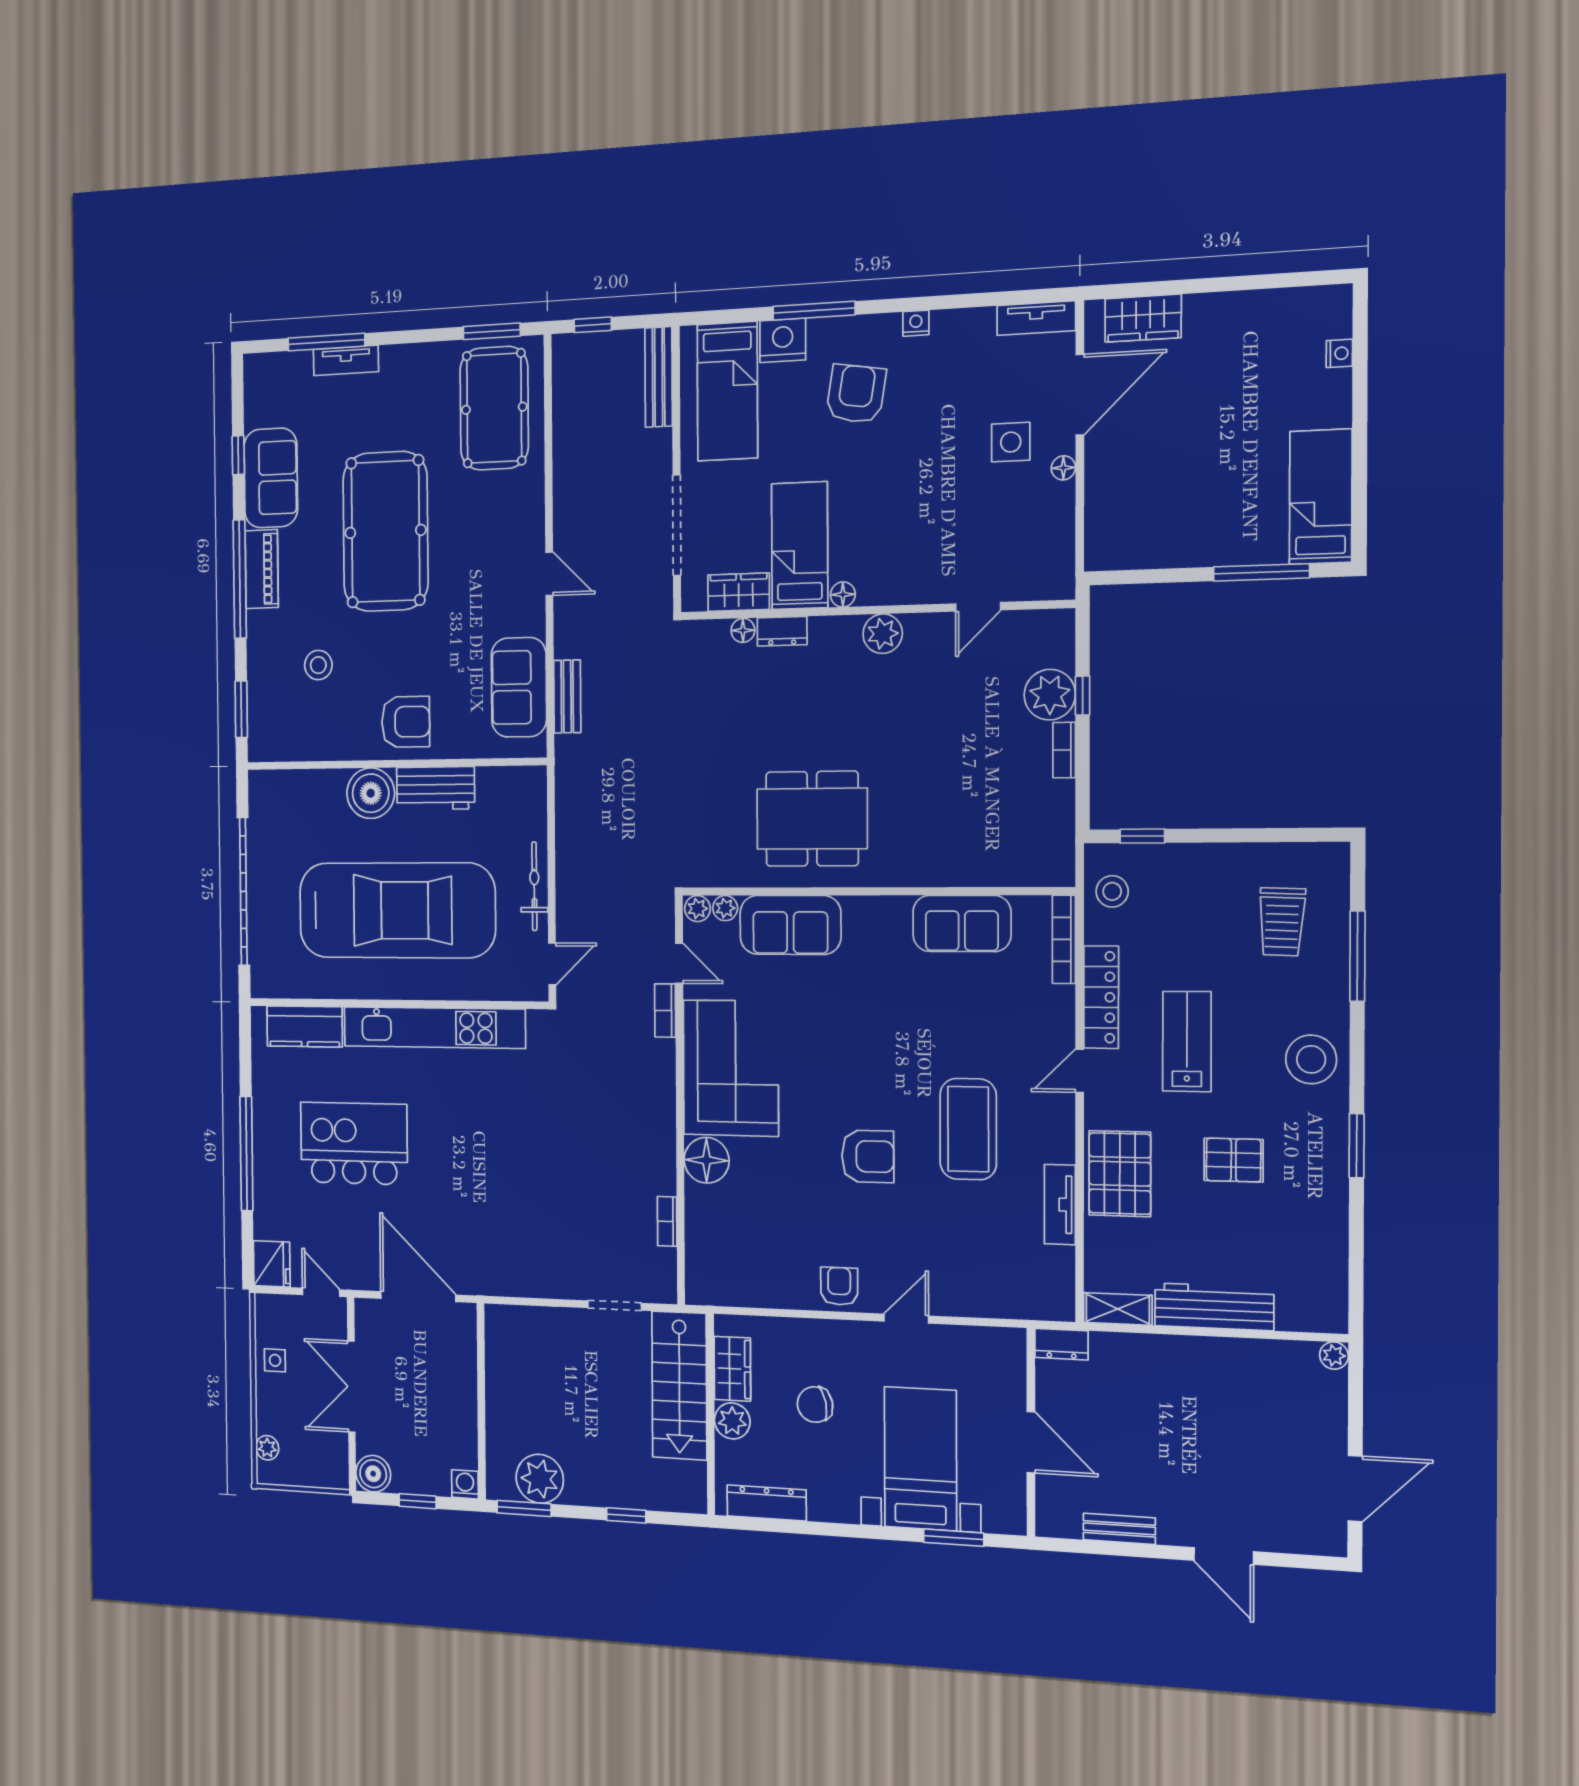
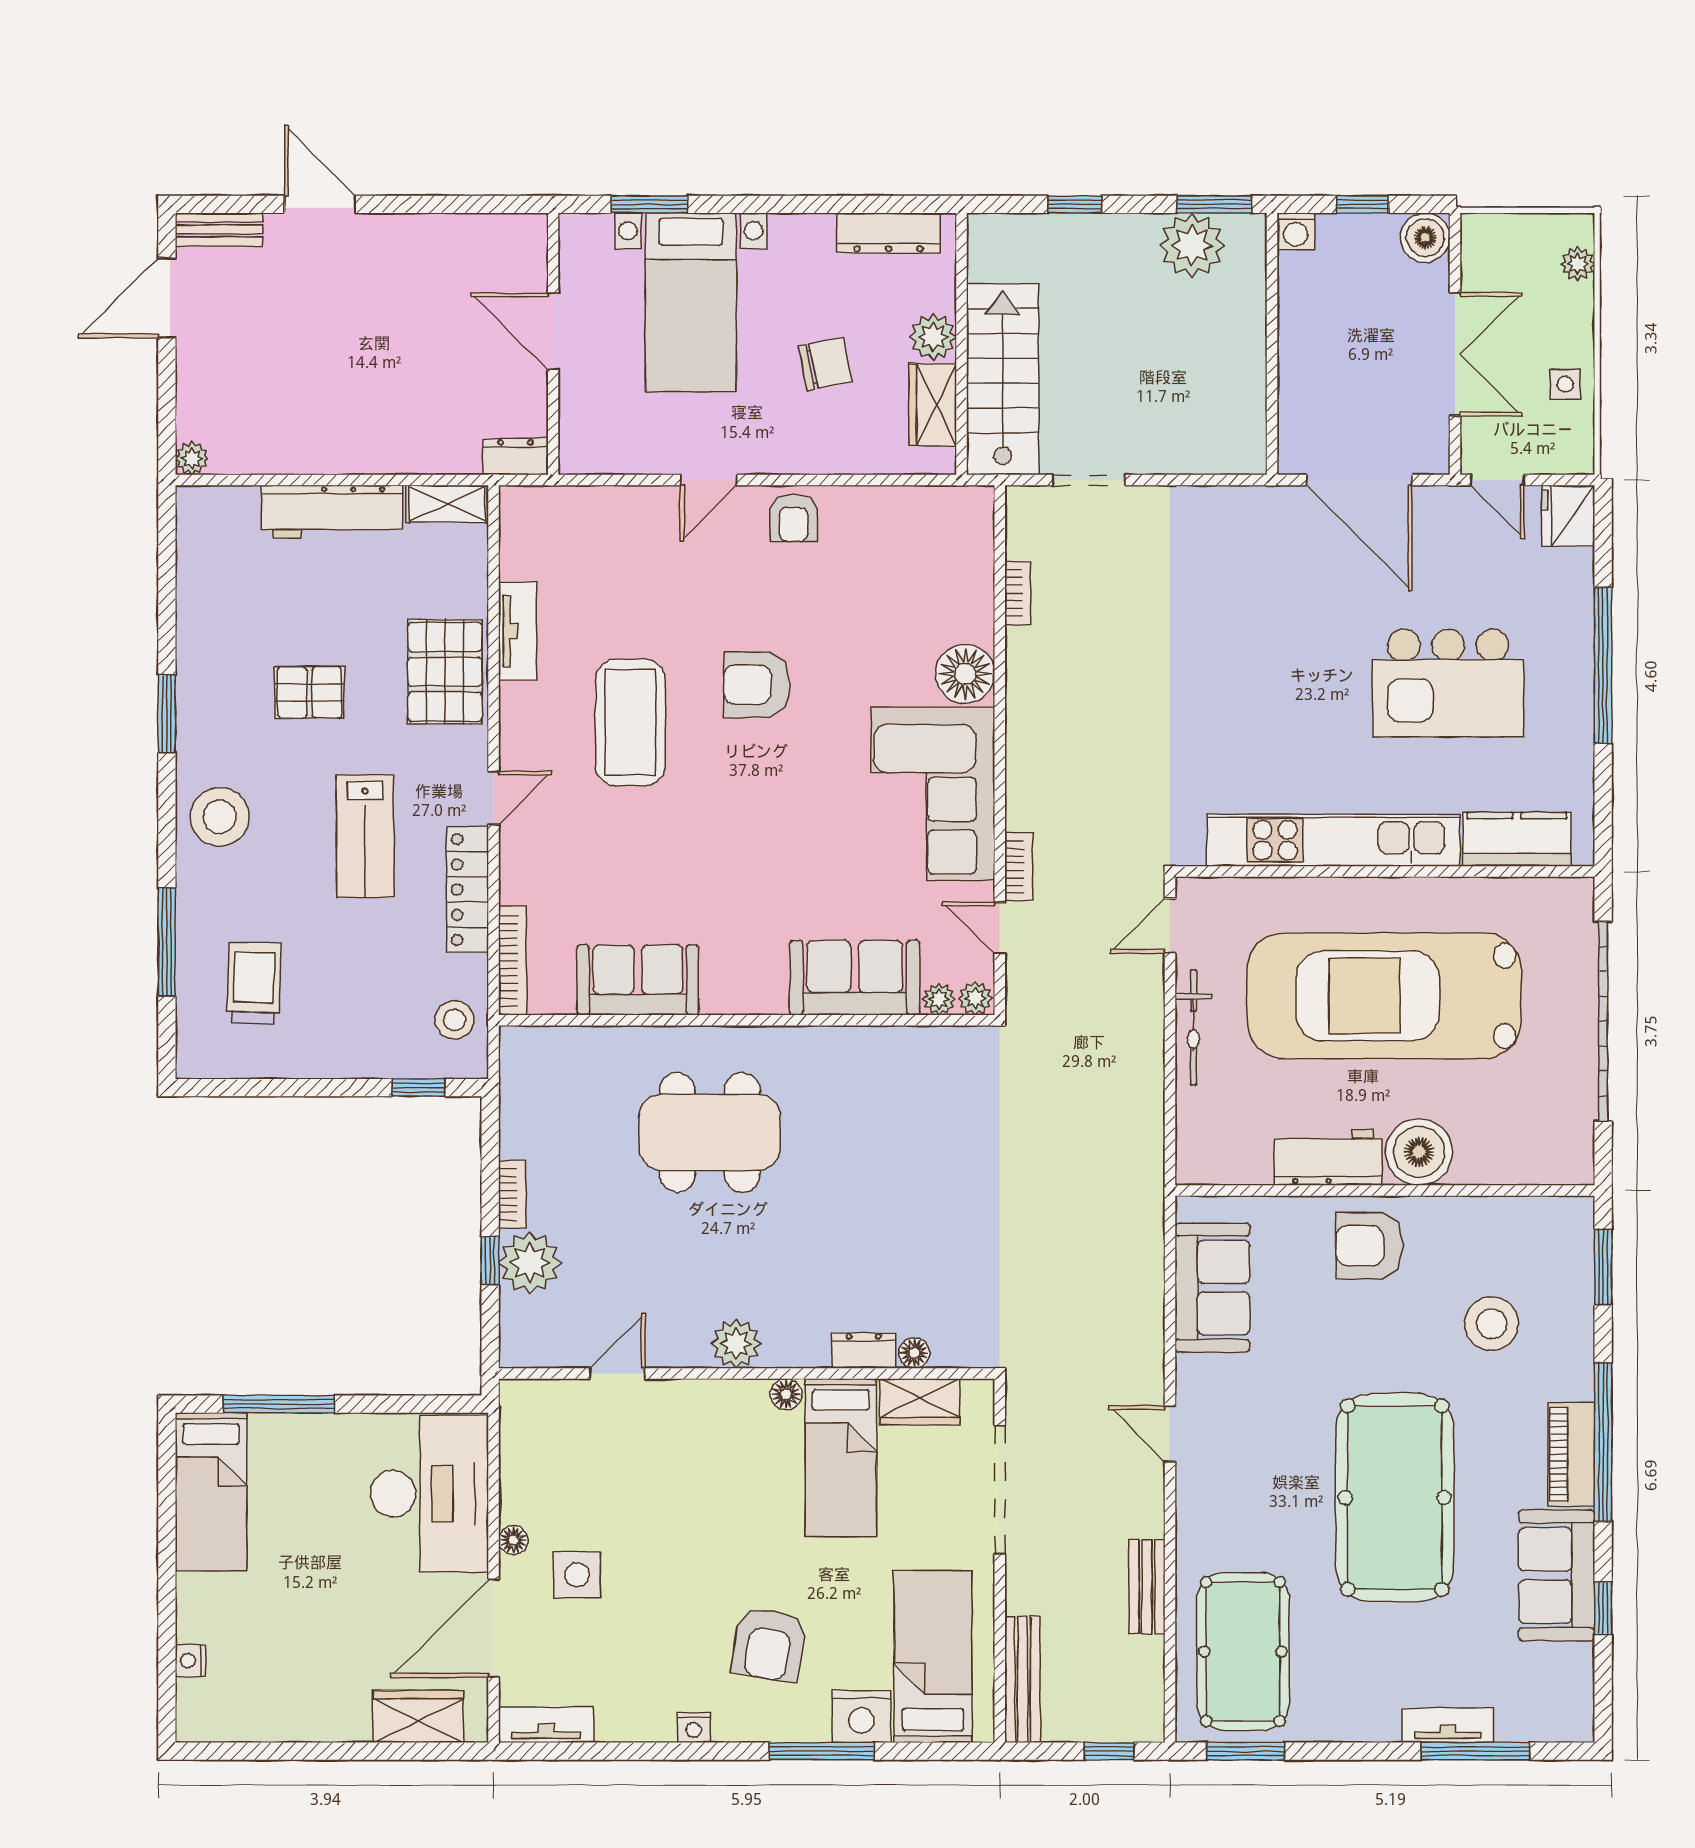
desk: (1133, 503) -> (430, 1494), added
stool: (318, 665) -> (1491, 1324), width x1.38, depth x1.38
bench: (567, 696) -> (1147, 1587), moved
dining table: (812, 819) -> (710, 1132), moved
bench: (1119, 1529) -> (219, 230), moved

